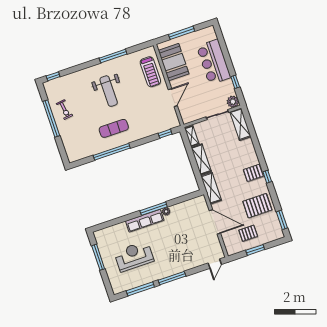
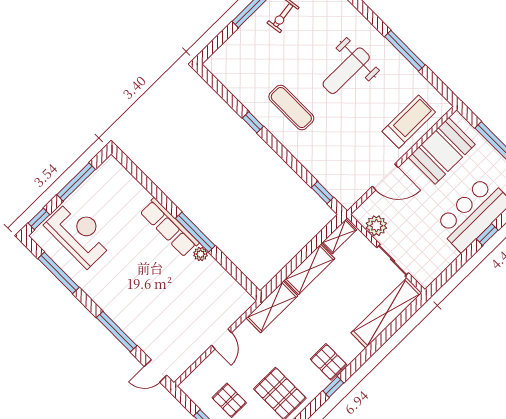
treadmill: (150, 72) -> (409, 122), turned 180
window: (235, 82) -> (487, 235), moved
plant: (233, 102) -> (376, 226), moved
shelving: (240, 124) -> (386, 313), width x1.47
window: (112, 152) -> (253, 122), width x0.32
door: (215, 222) -> (221, 339), width x0.53
reception desk: (134, 256) -> (79, 234), moved
window: (172, 278) -> (117, 332), moved
window: (108, 285) -> (39, 219), added

